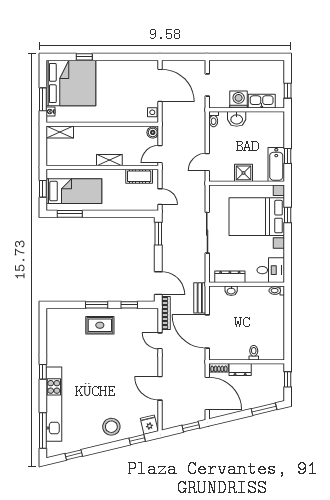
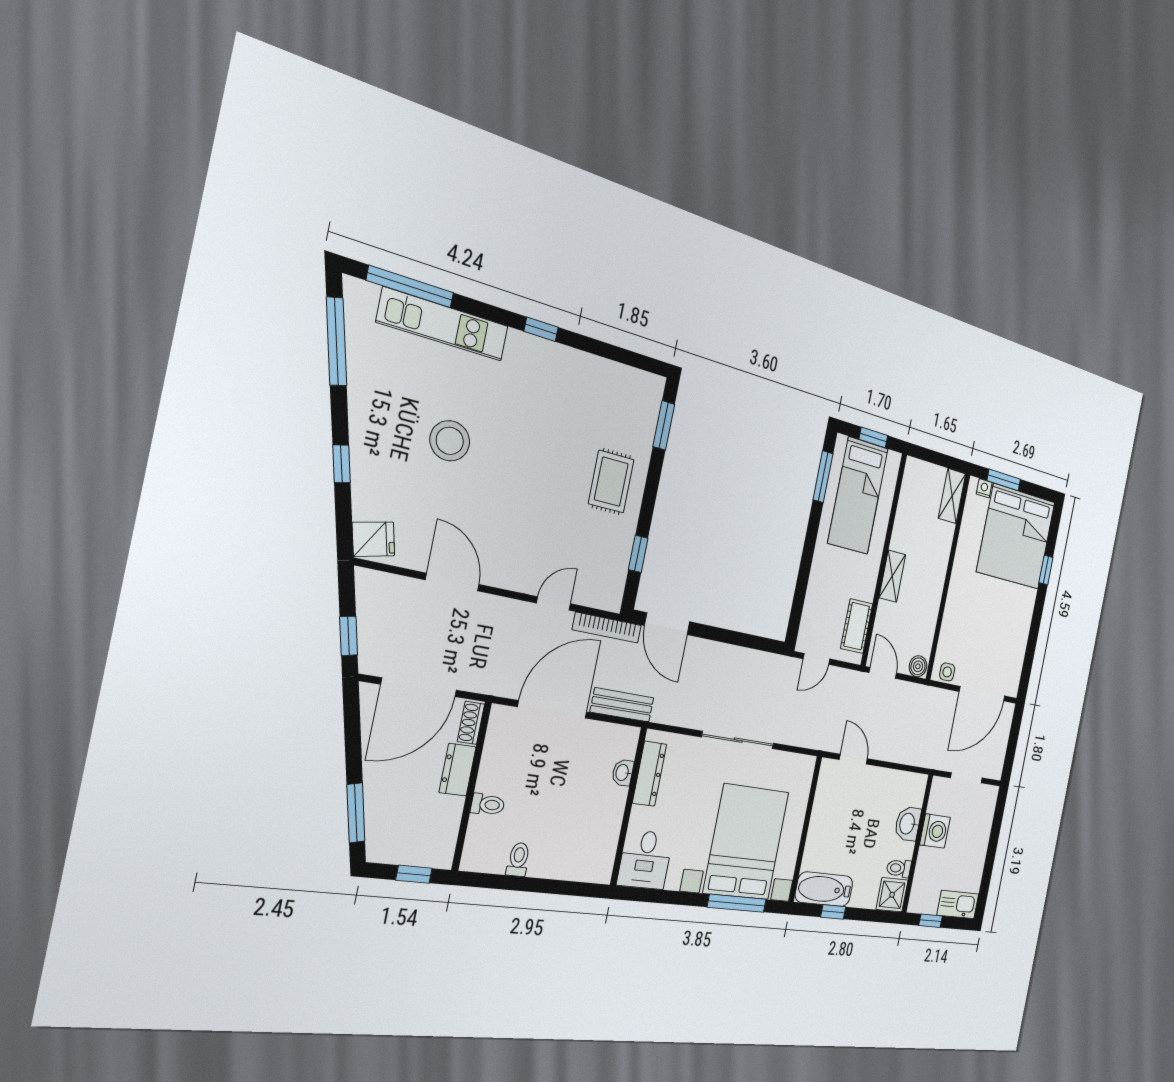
kitchen sink: (262, 101) -> (958, 904), moved, turned -90
toilet: (214, 119) -> (899, 868), moved
shower: (243, 173) -> (892, 895), moved
window: (288, 215) -> (737, 903), width x2.17
window: (158, 234) -> (755, 642), removed
door: (158, 283) -> (667, 624), hinge flipped
toilet: (277, 291) -> (518, 859), moved
window: (97, 305) -> (664, 425), moved
door: (160, 388) -> (452, 582), hinge flipped
kitchen unit: (54, 404) -> (443, 324), width x0.73
stool: (111, 427) -> (450, 441), moved
window: (137, 440) -> (342, 464), moved
window: (74, 455) -> (336, 341), width x2.17

